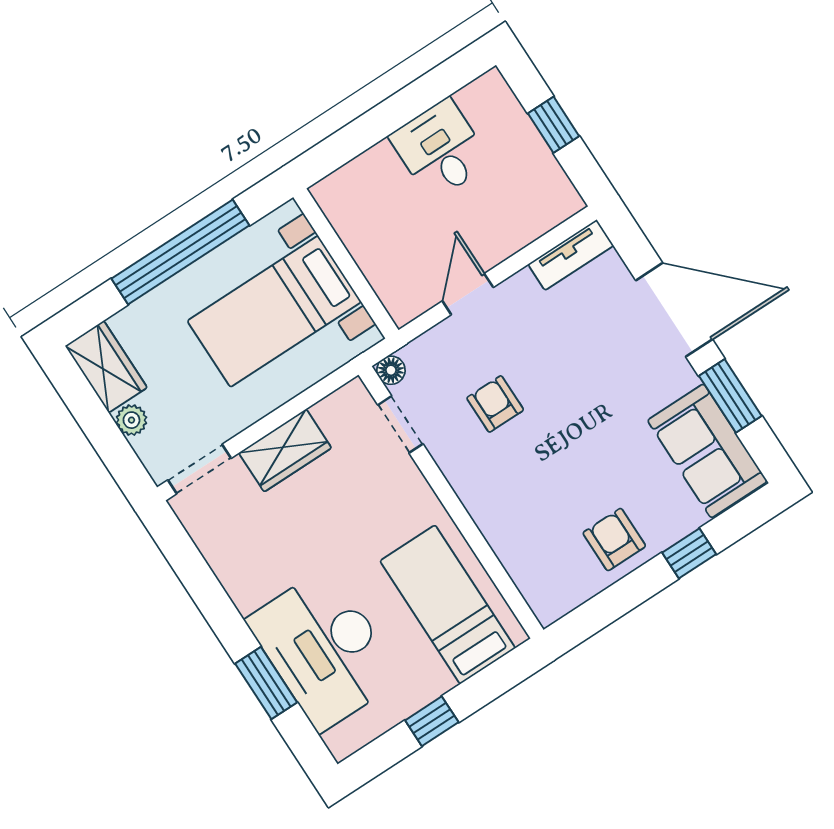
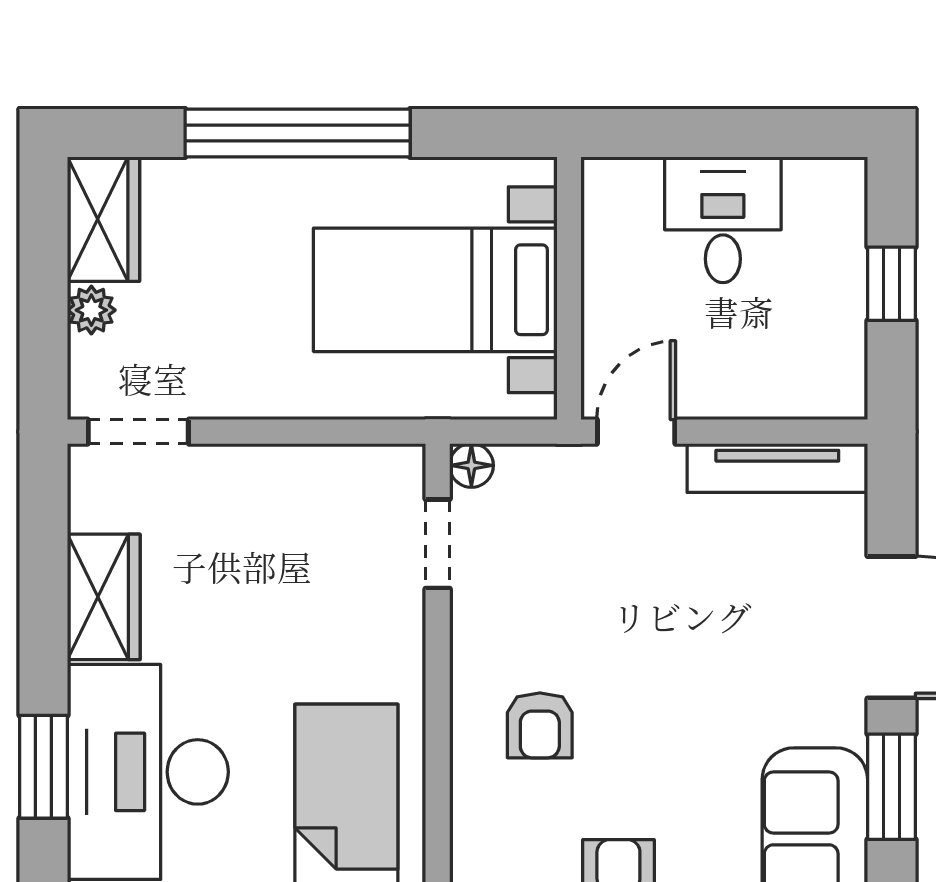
tv unit: (571, 255) -> (777, 468), width x1.41
wall: (346, 264) -> (569, 288), moved
bed with nightstands: (274, 311) -> (435, 290), moved
armchair: (495, 404) -> (540, 725), moved, turned 180
wardrobe: (285, 450) -> (104, 597), moved, turned -90

